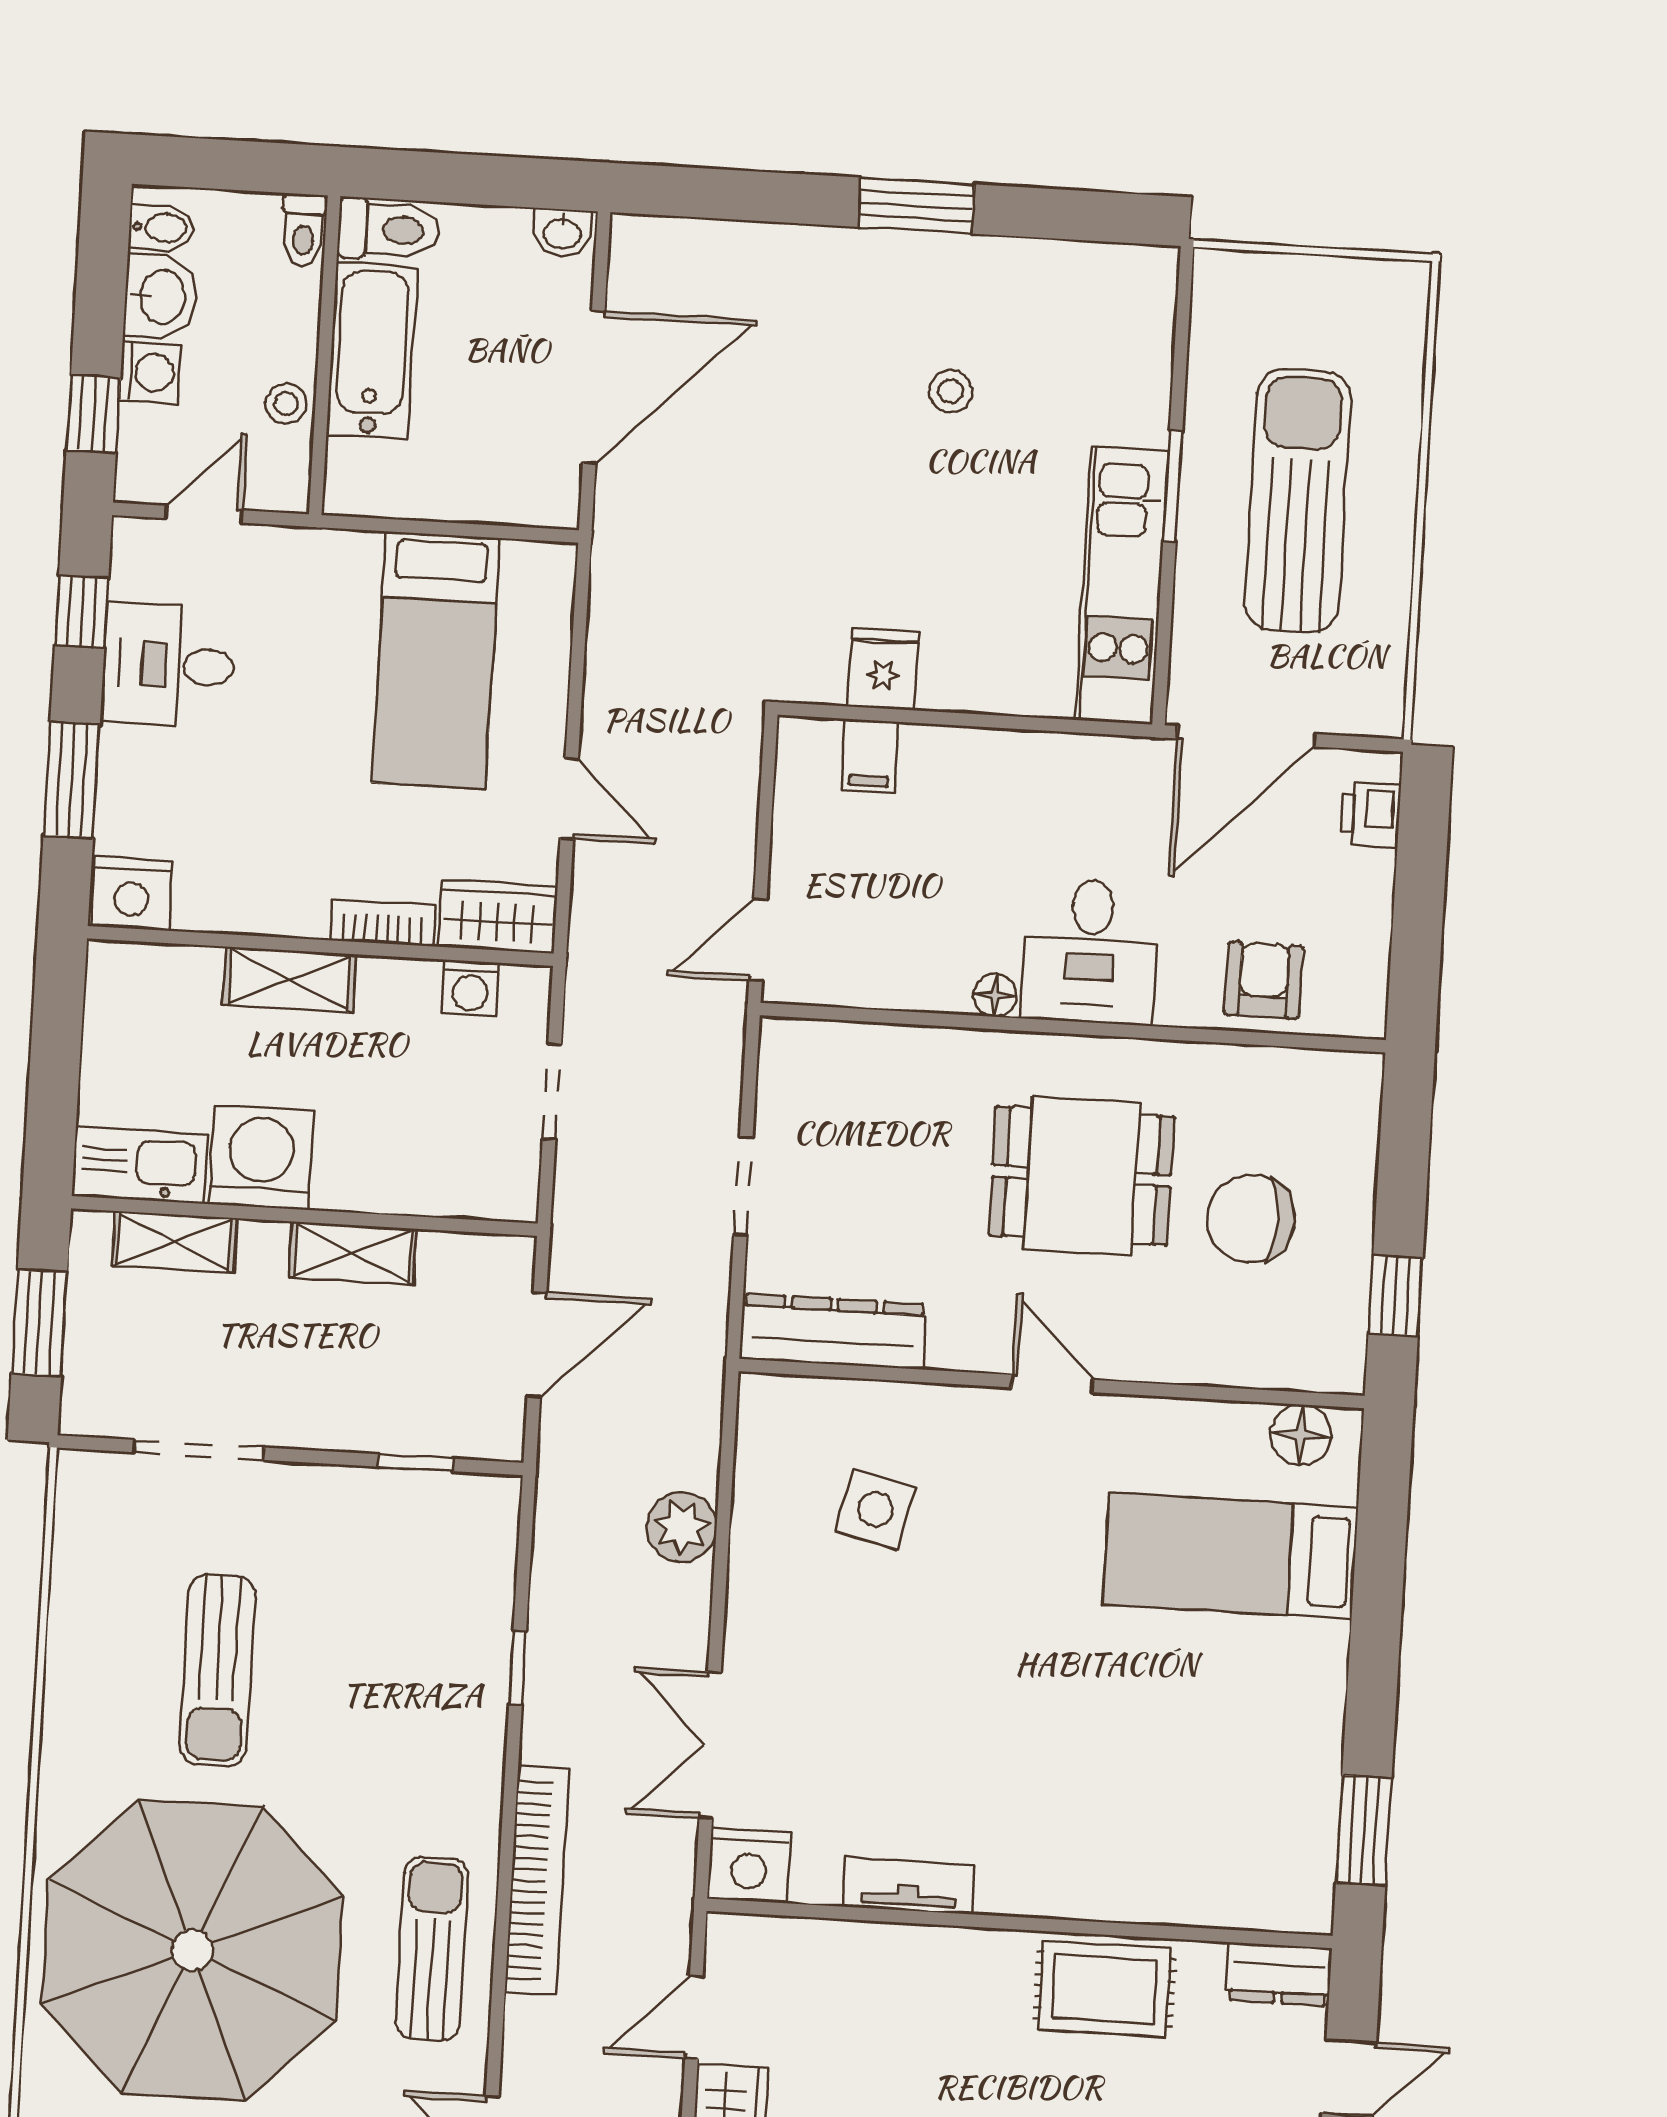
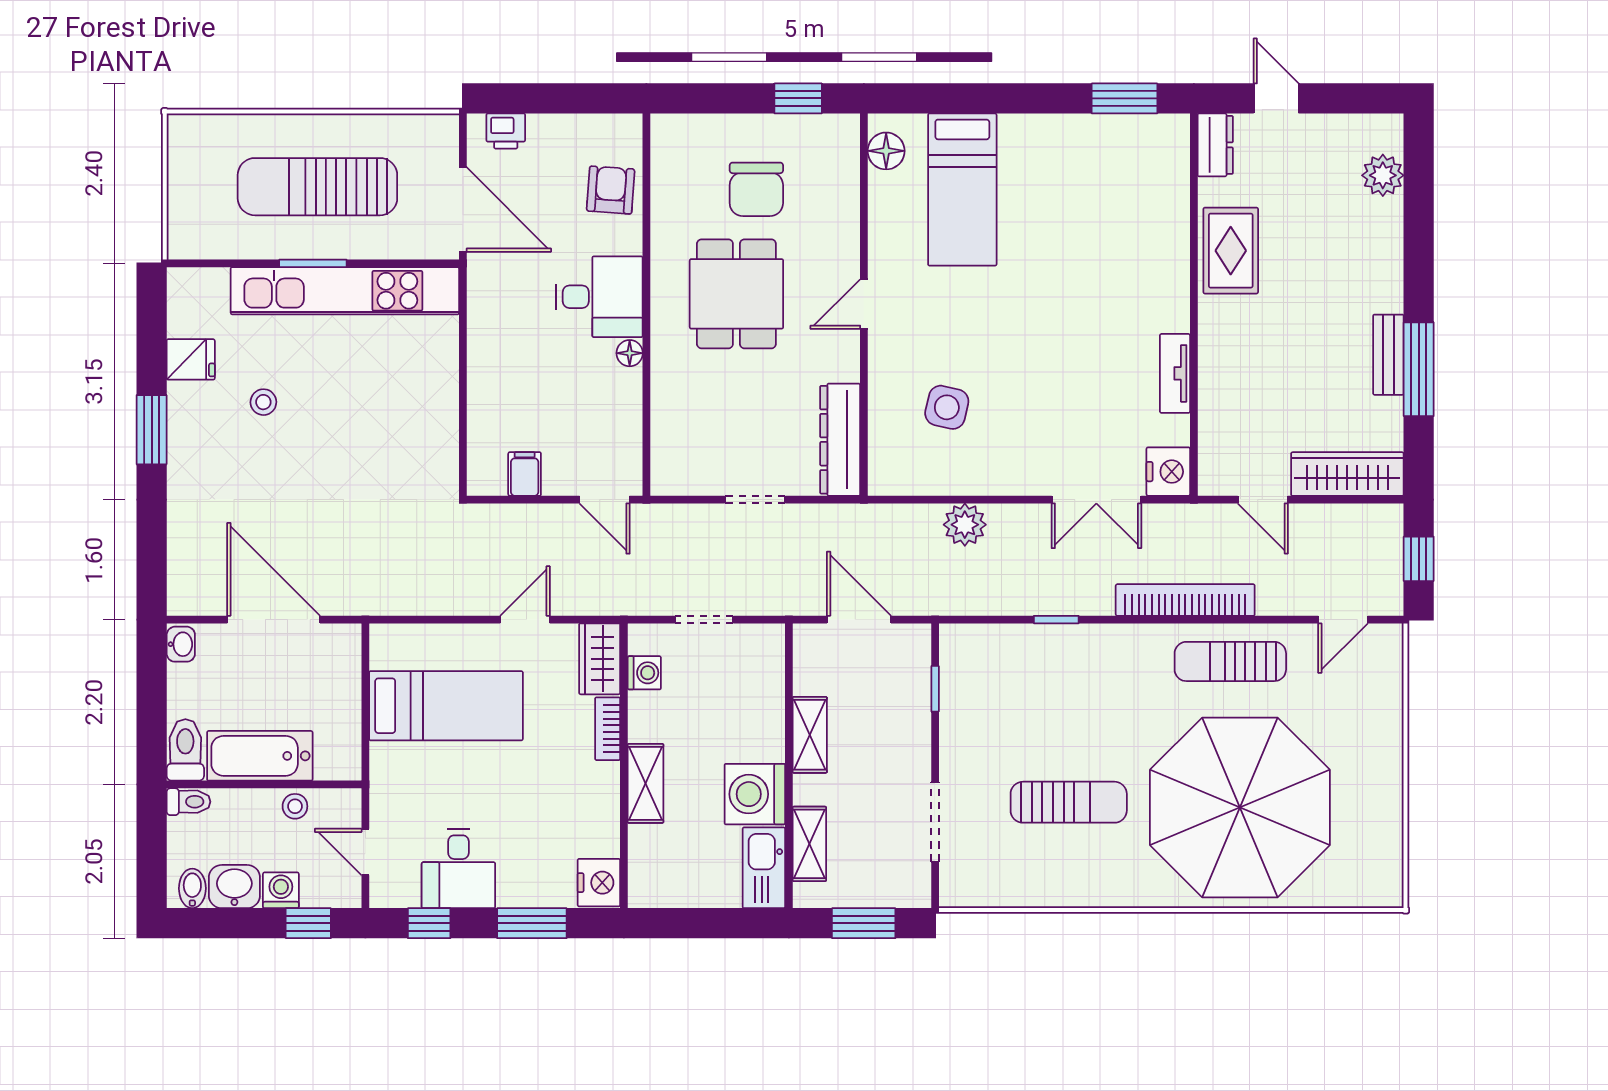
kitchen unit: (1122, 585) -> (345, 291), width x1.36
fridge: (883, 669) -> (191, 359), moved, turned 180
filing cabinet: (870, 756) -> (525, 474), moved, turned -90
armchair: (1264, 980) -> (611, 190), turned 94

